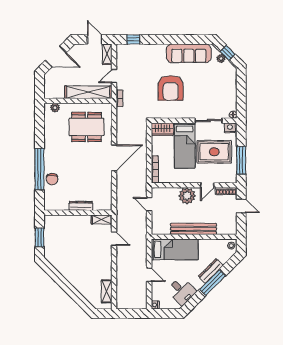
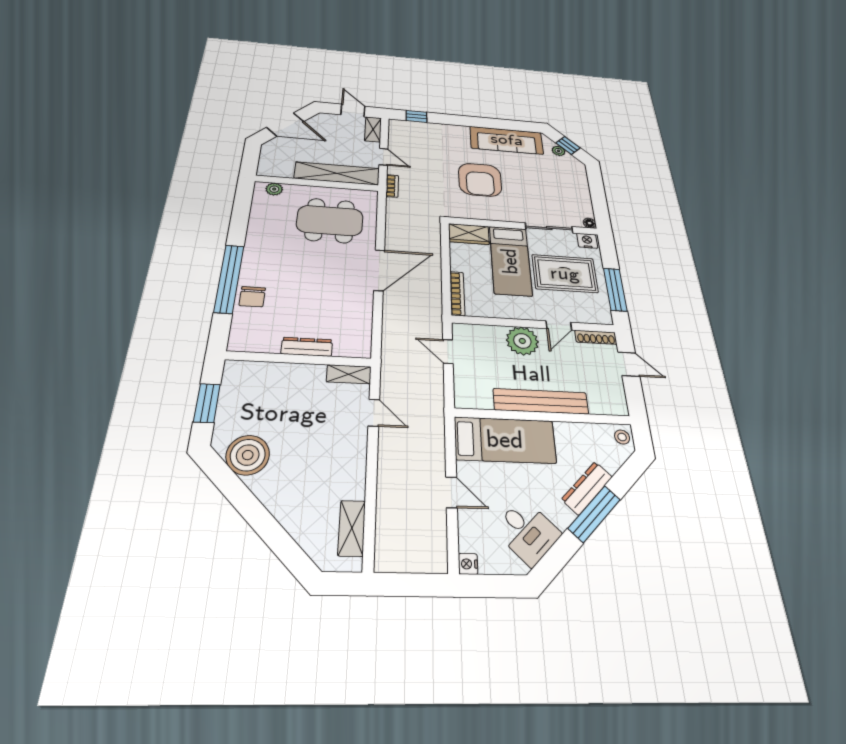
door: (114, 76) -> (383, 157), swing flipped
boiler: (60, 261) -> (248, 455), added

